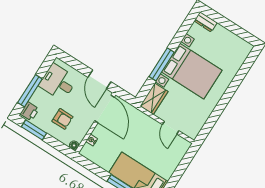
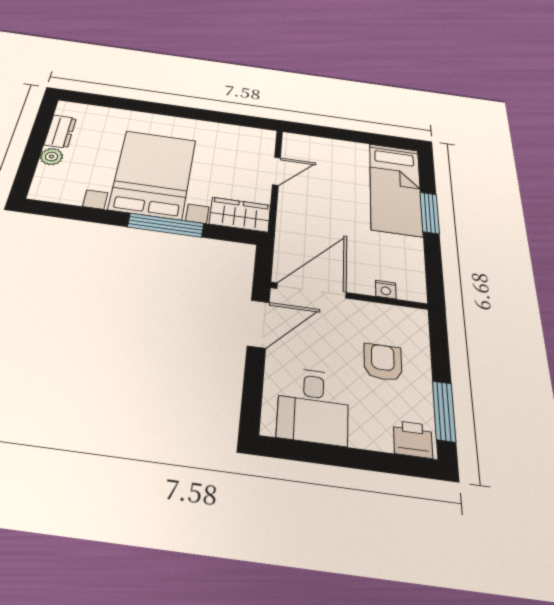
dresser: (206, 22) -> (60, 131), moved
plant: (220, 30) -> (51, 157), added
window: (30, 91) -> (369, 460), removed
floor lamp: (74, 145) -> (418, 317), removed

